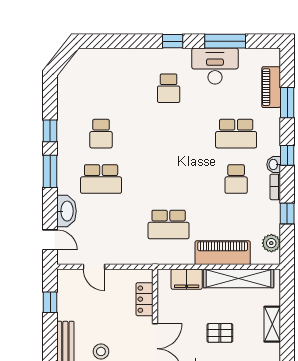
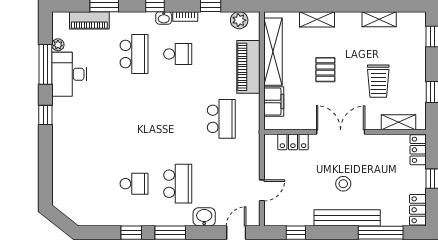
plant: (246, 54) -> (58, 45), added
school desk: (169, 88) -> (90, 119), removed
washbasin: (66, 211) -> (204, 217), width x0.72

